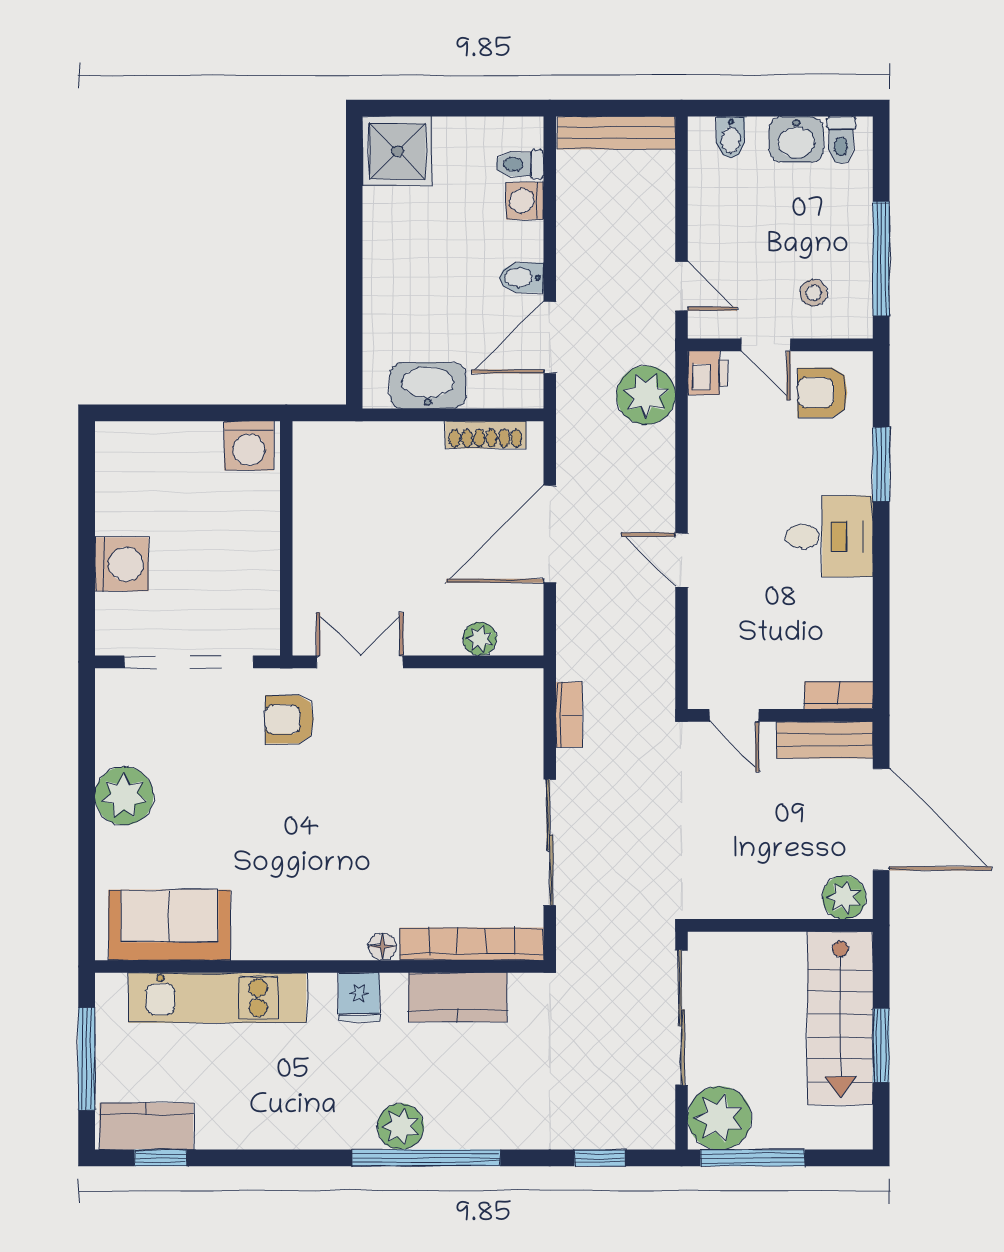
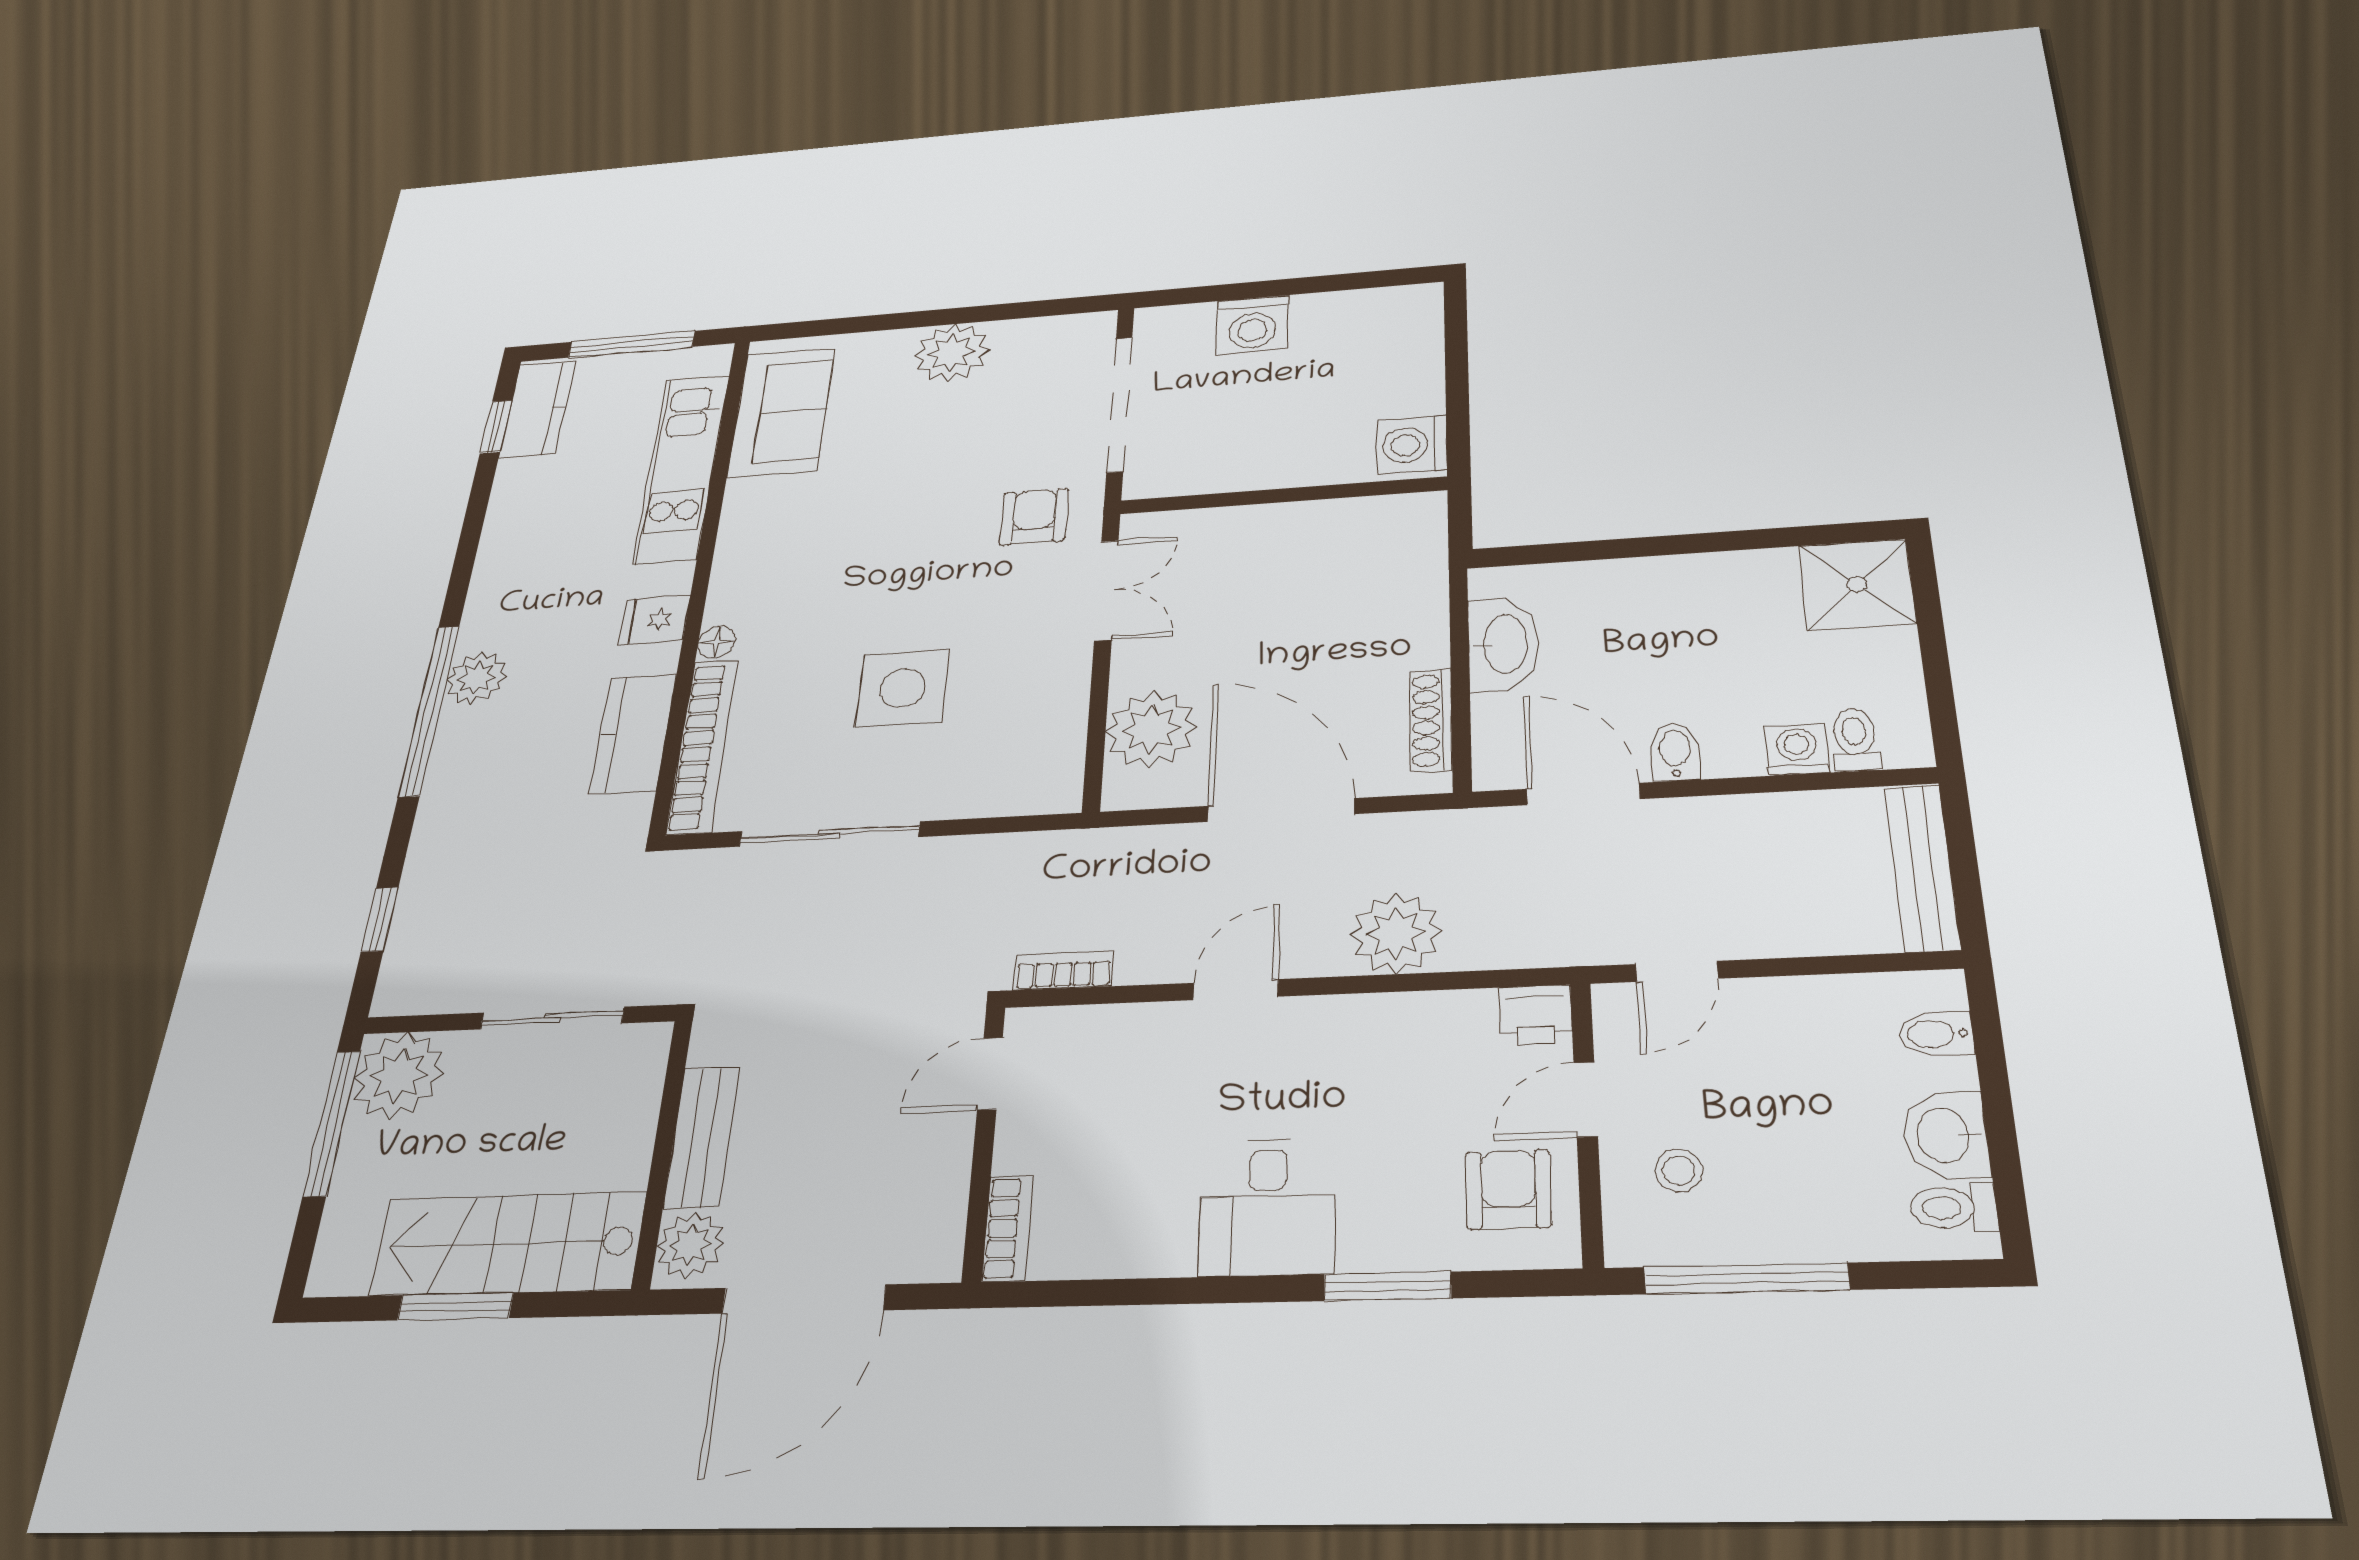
plant: (646, 395) -> (1396, 933), moved
plant: (480, 639) -> (1151, 729), width x1.88, depth x1.88
bookcase: (569, 714) -> (1063, 970), moved, turned 180
bench: (825, 740) -> (702, 1137), moved
side table: (433, 803) -> (903, 688), added
sliding door: (682, 1018) -> (552, 1018), width x0.73

